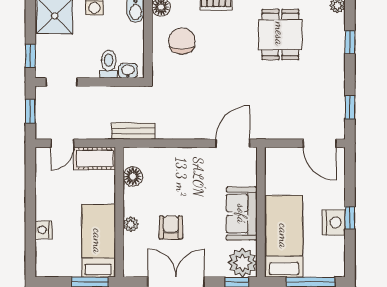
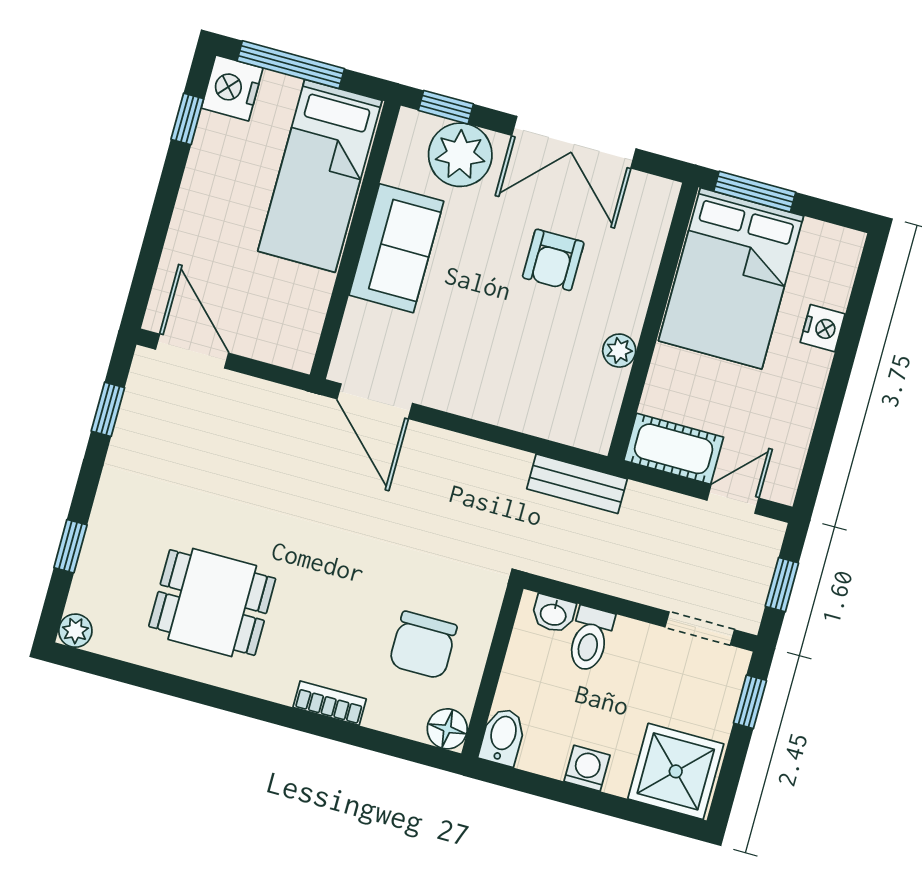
dining table: (280, 34) -> (212, 603), turned 90
door: (233, 143) -> (375, 401), hinge flipped
floor lamp: (133, 176) -> (604, 389), removed
window: (350, 218) -> (187, 119), moved
nightstand: (334, 222) -> (232, 88), moved
plant: (131, 224) -> (619, 351), moved
bed: (98, 241) -> (731, 278), width x1.50
plant: (243, 263) -> (460, 155), moved

